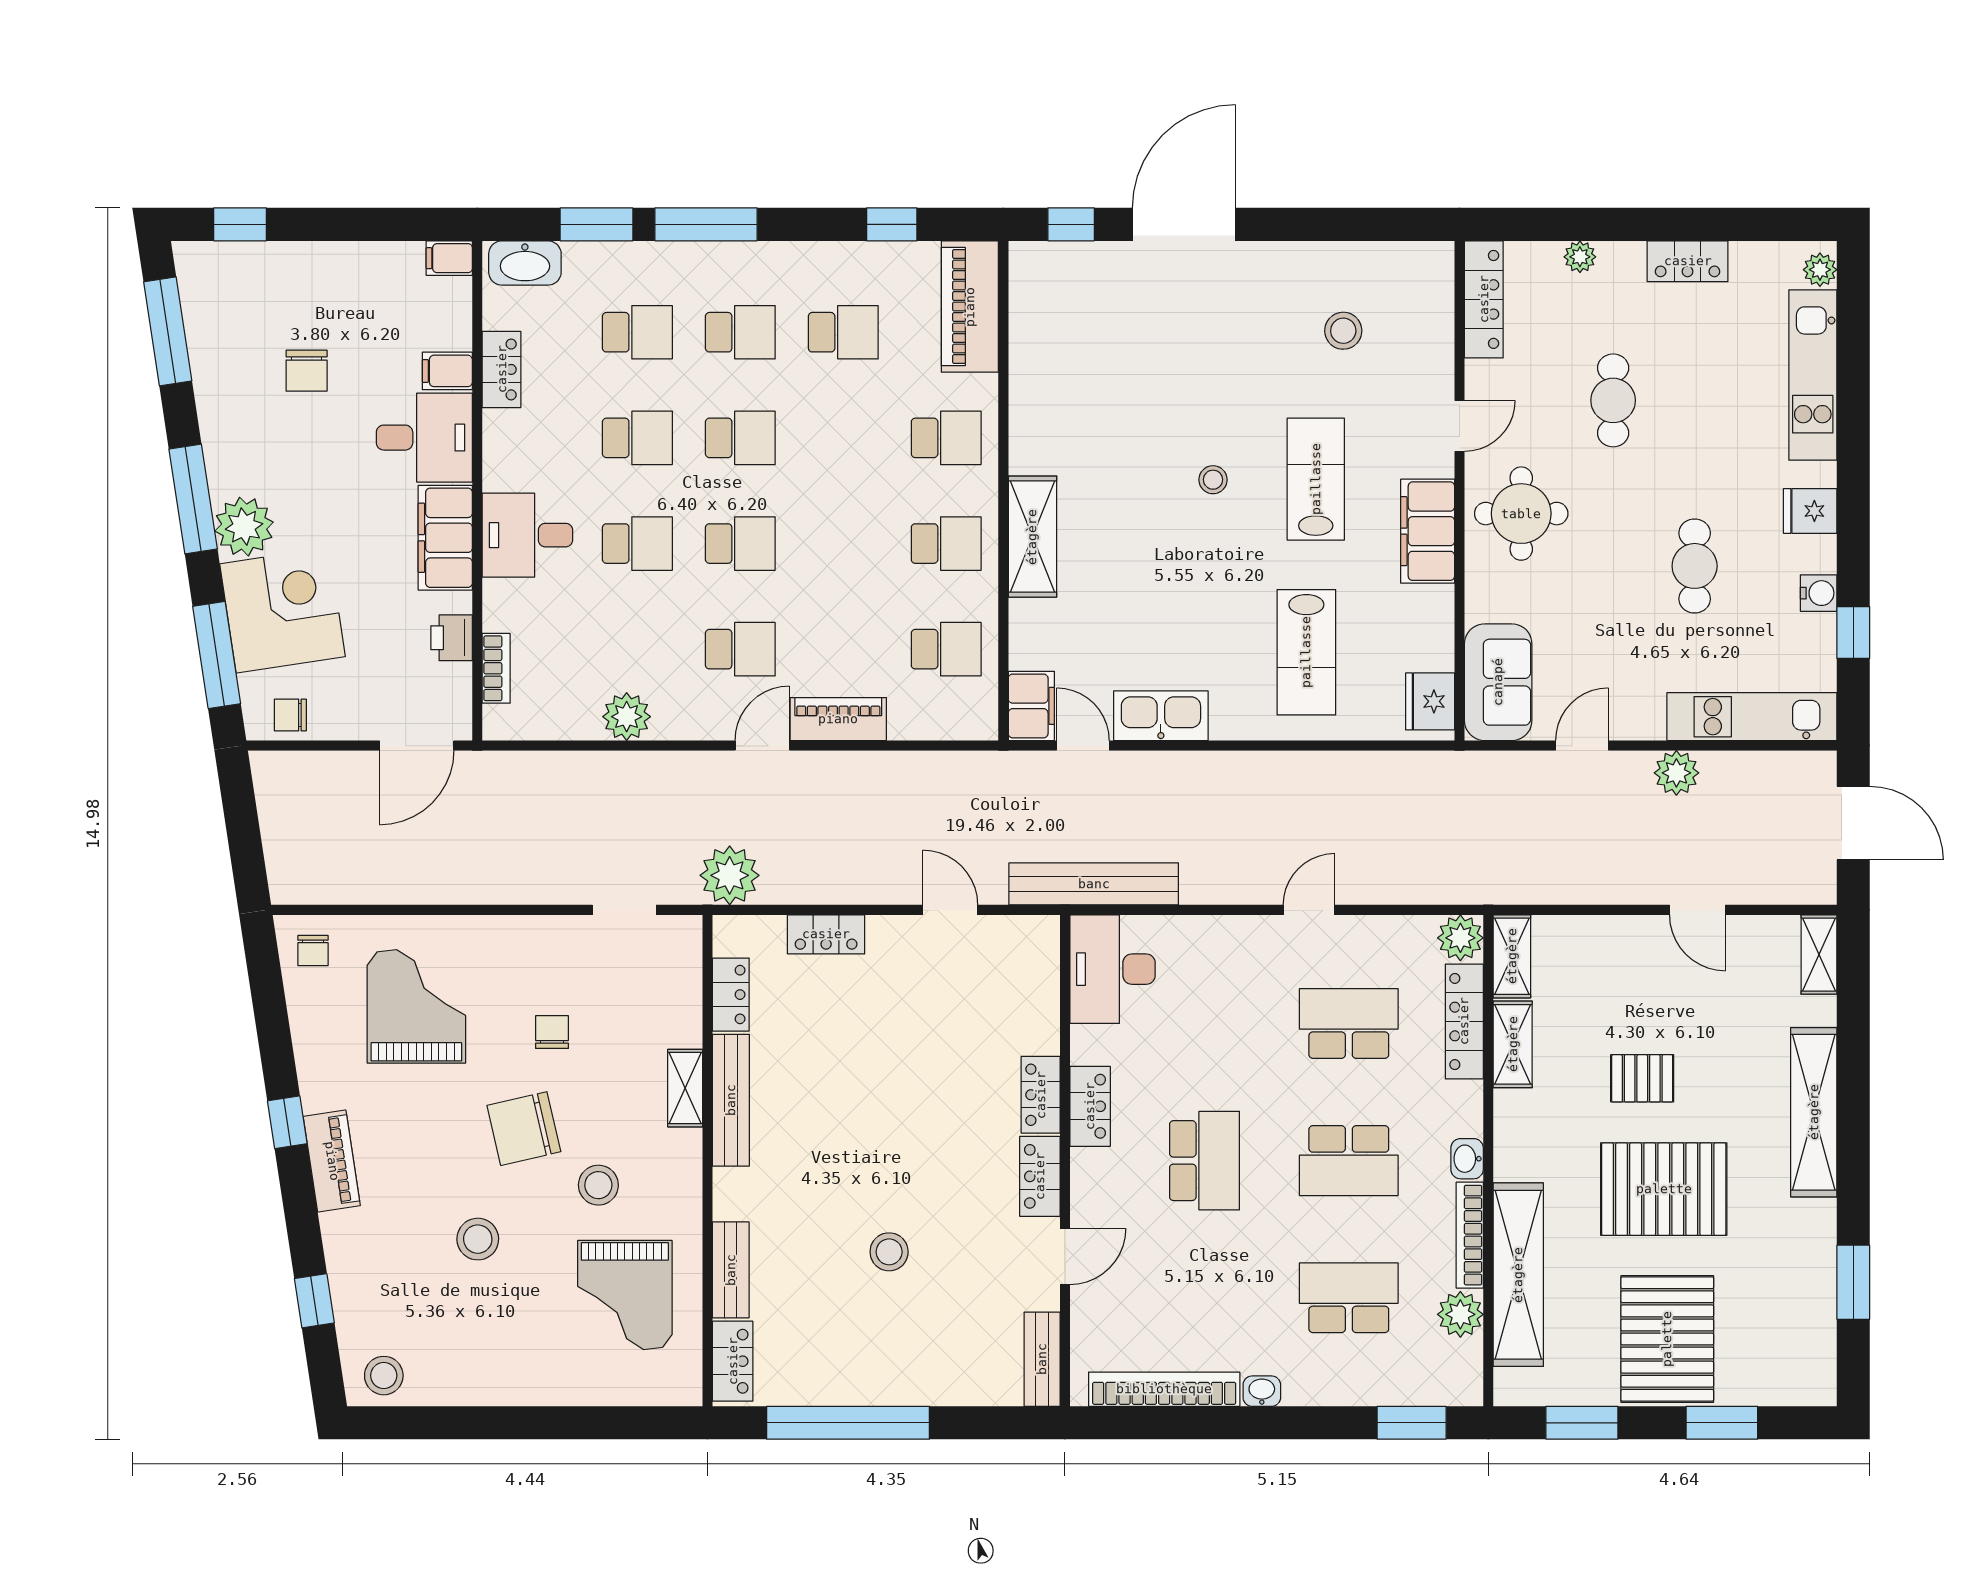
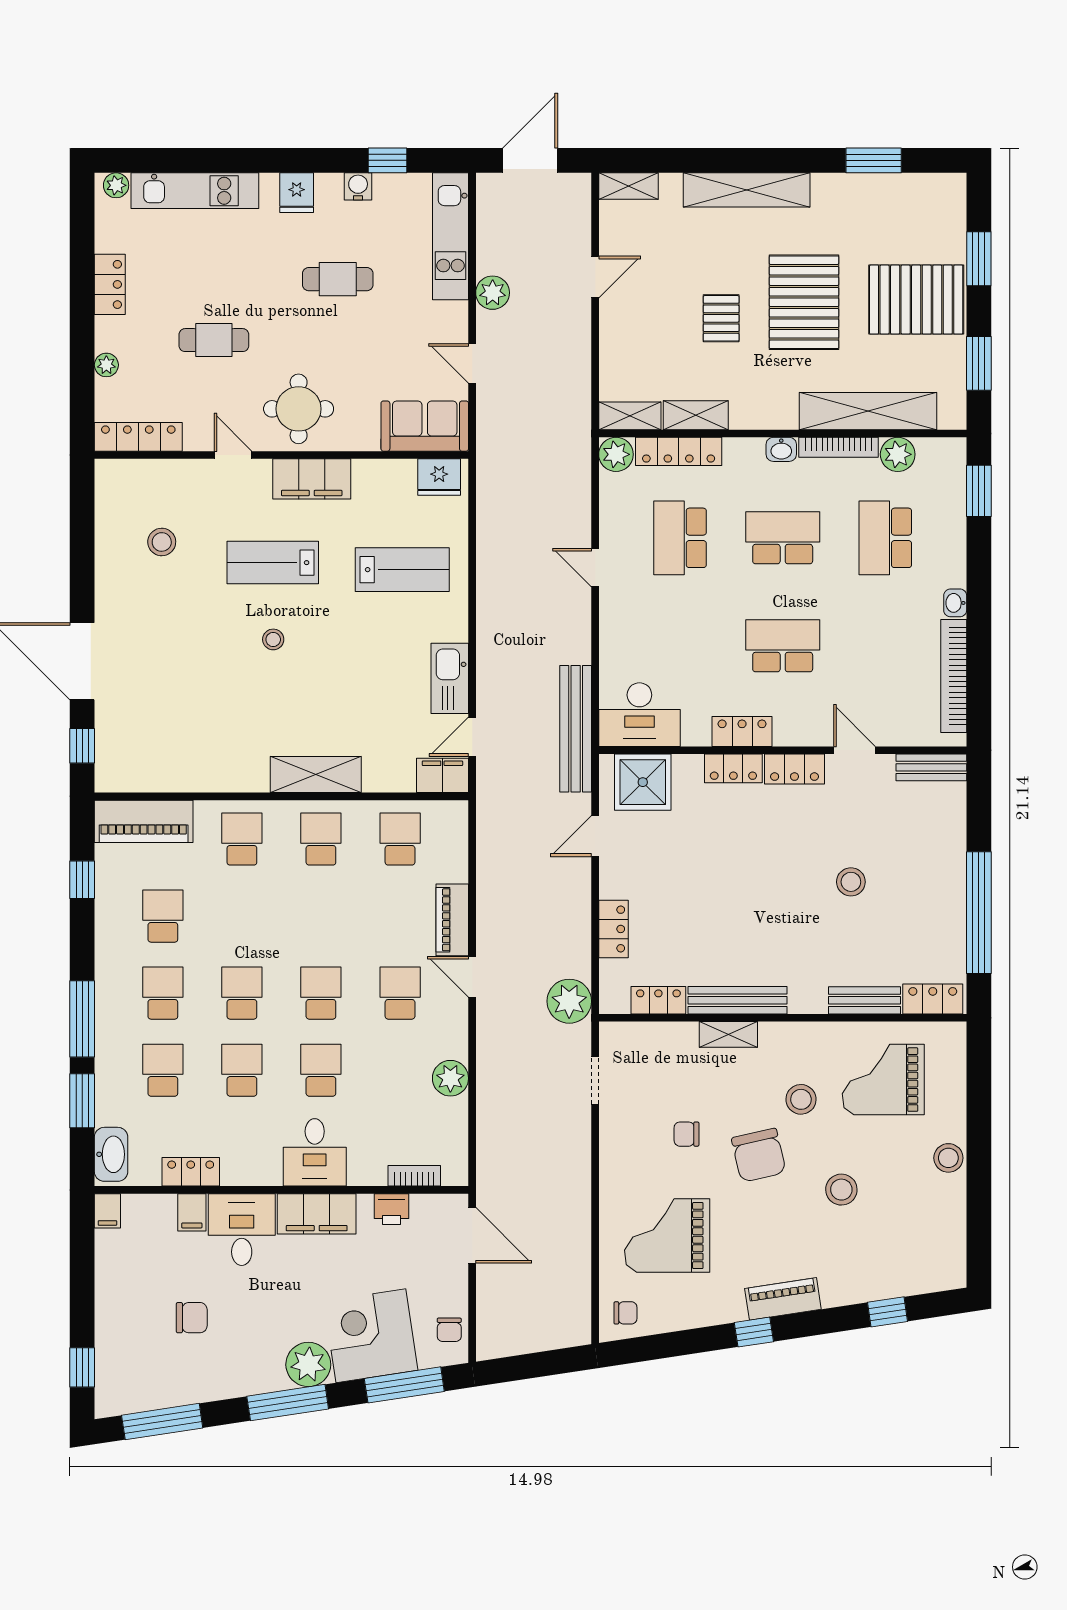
shower: (1022, 974) -> (643, 782), added
school desk: (1349, 1161) -> (783, 538), turned -90
grand piano: (625, 1295) -> (883, 1080), turned 180
stool: (384, 1376) -> (948, 1158), moved

